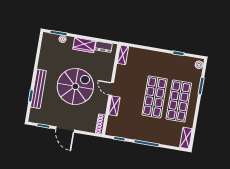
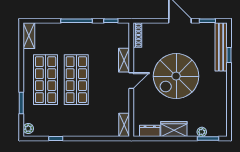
bench: (38, 89) -> (221, 47), moved
door: (111, 89) -> (131, 81), hinge flipped

